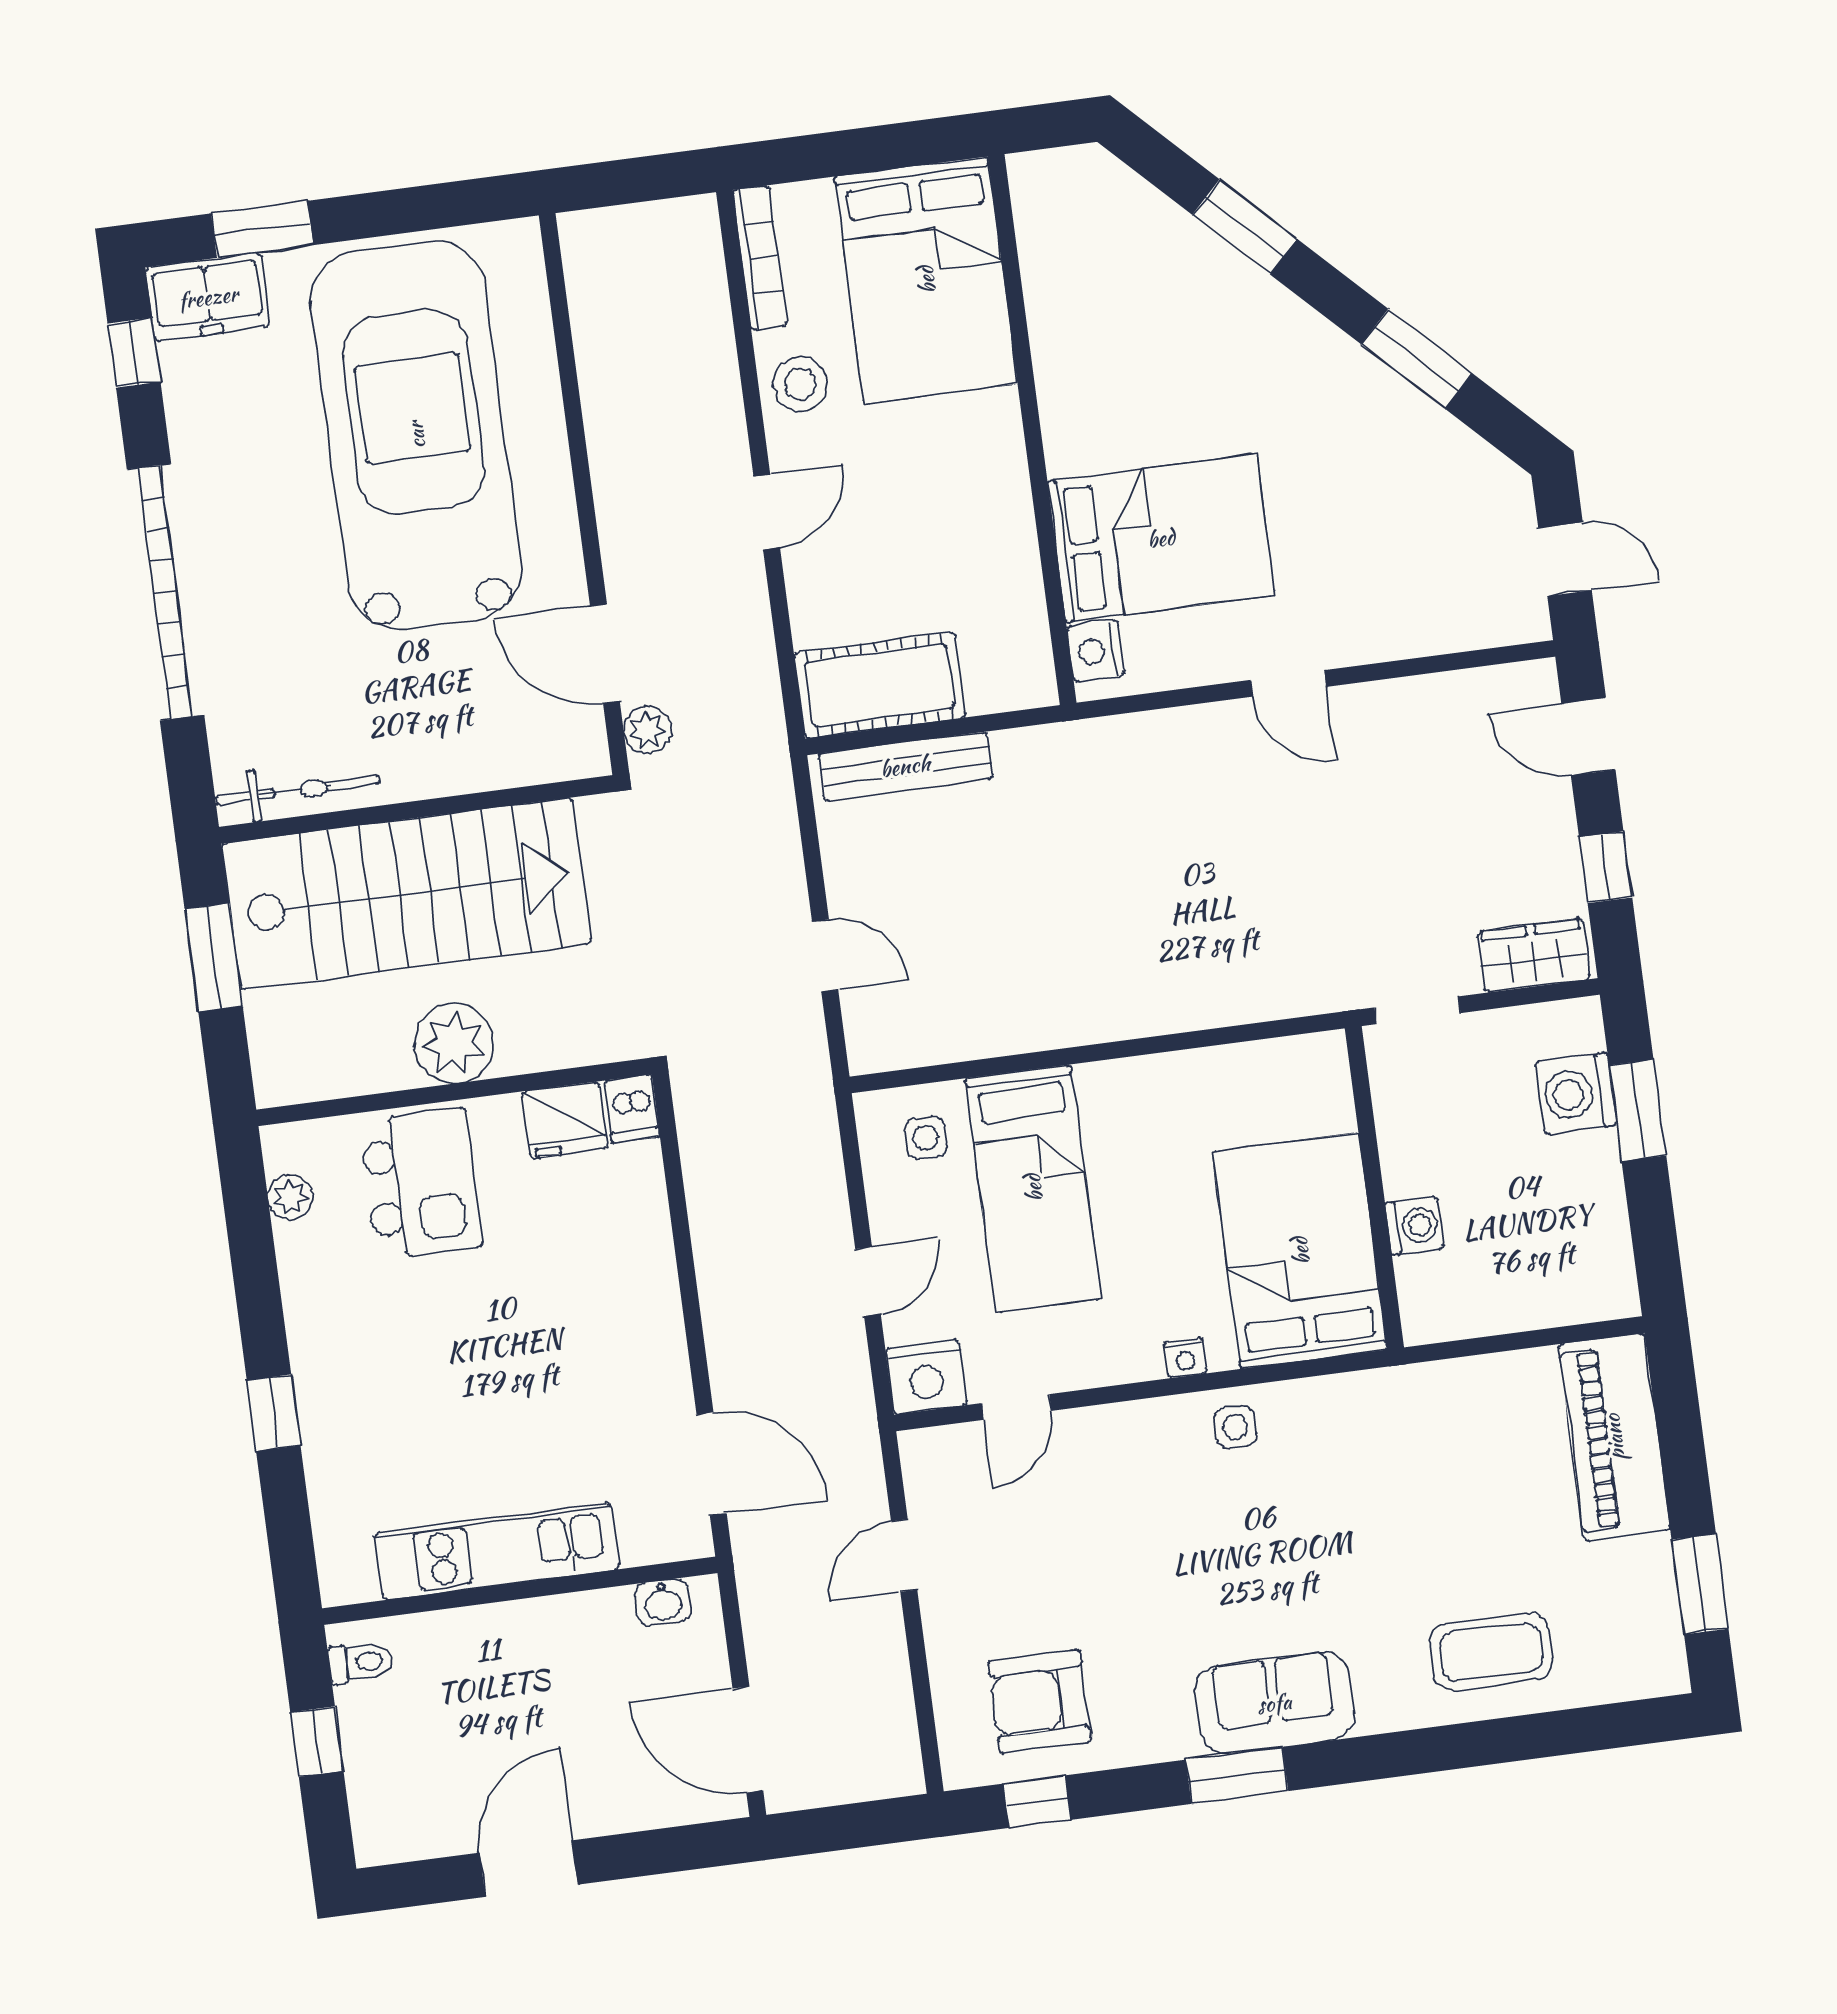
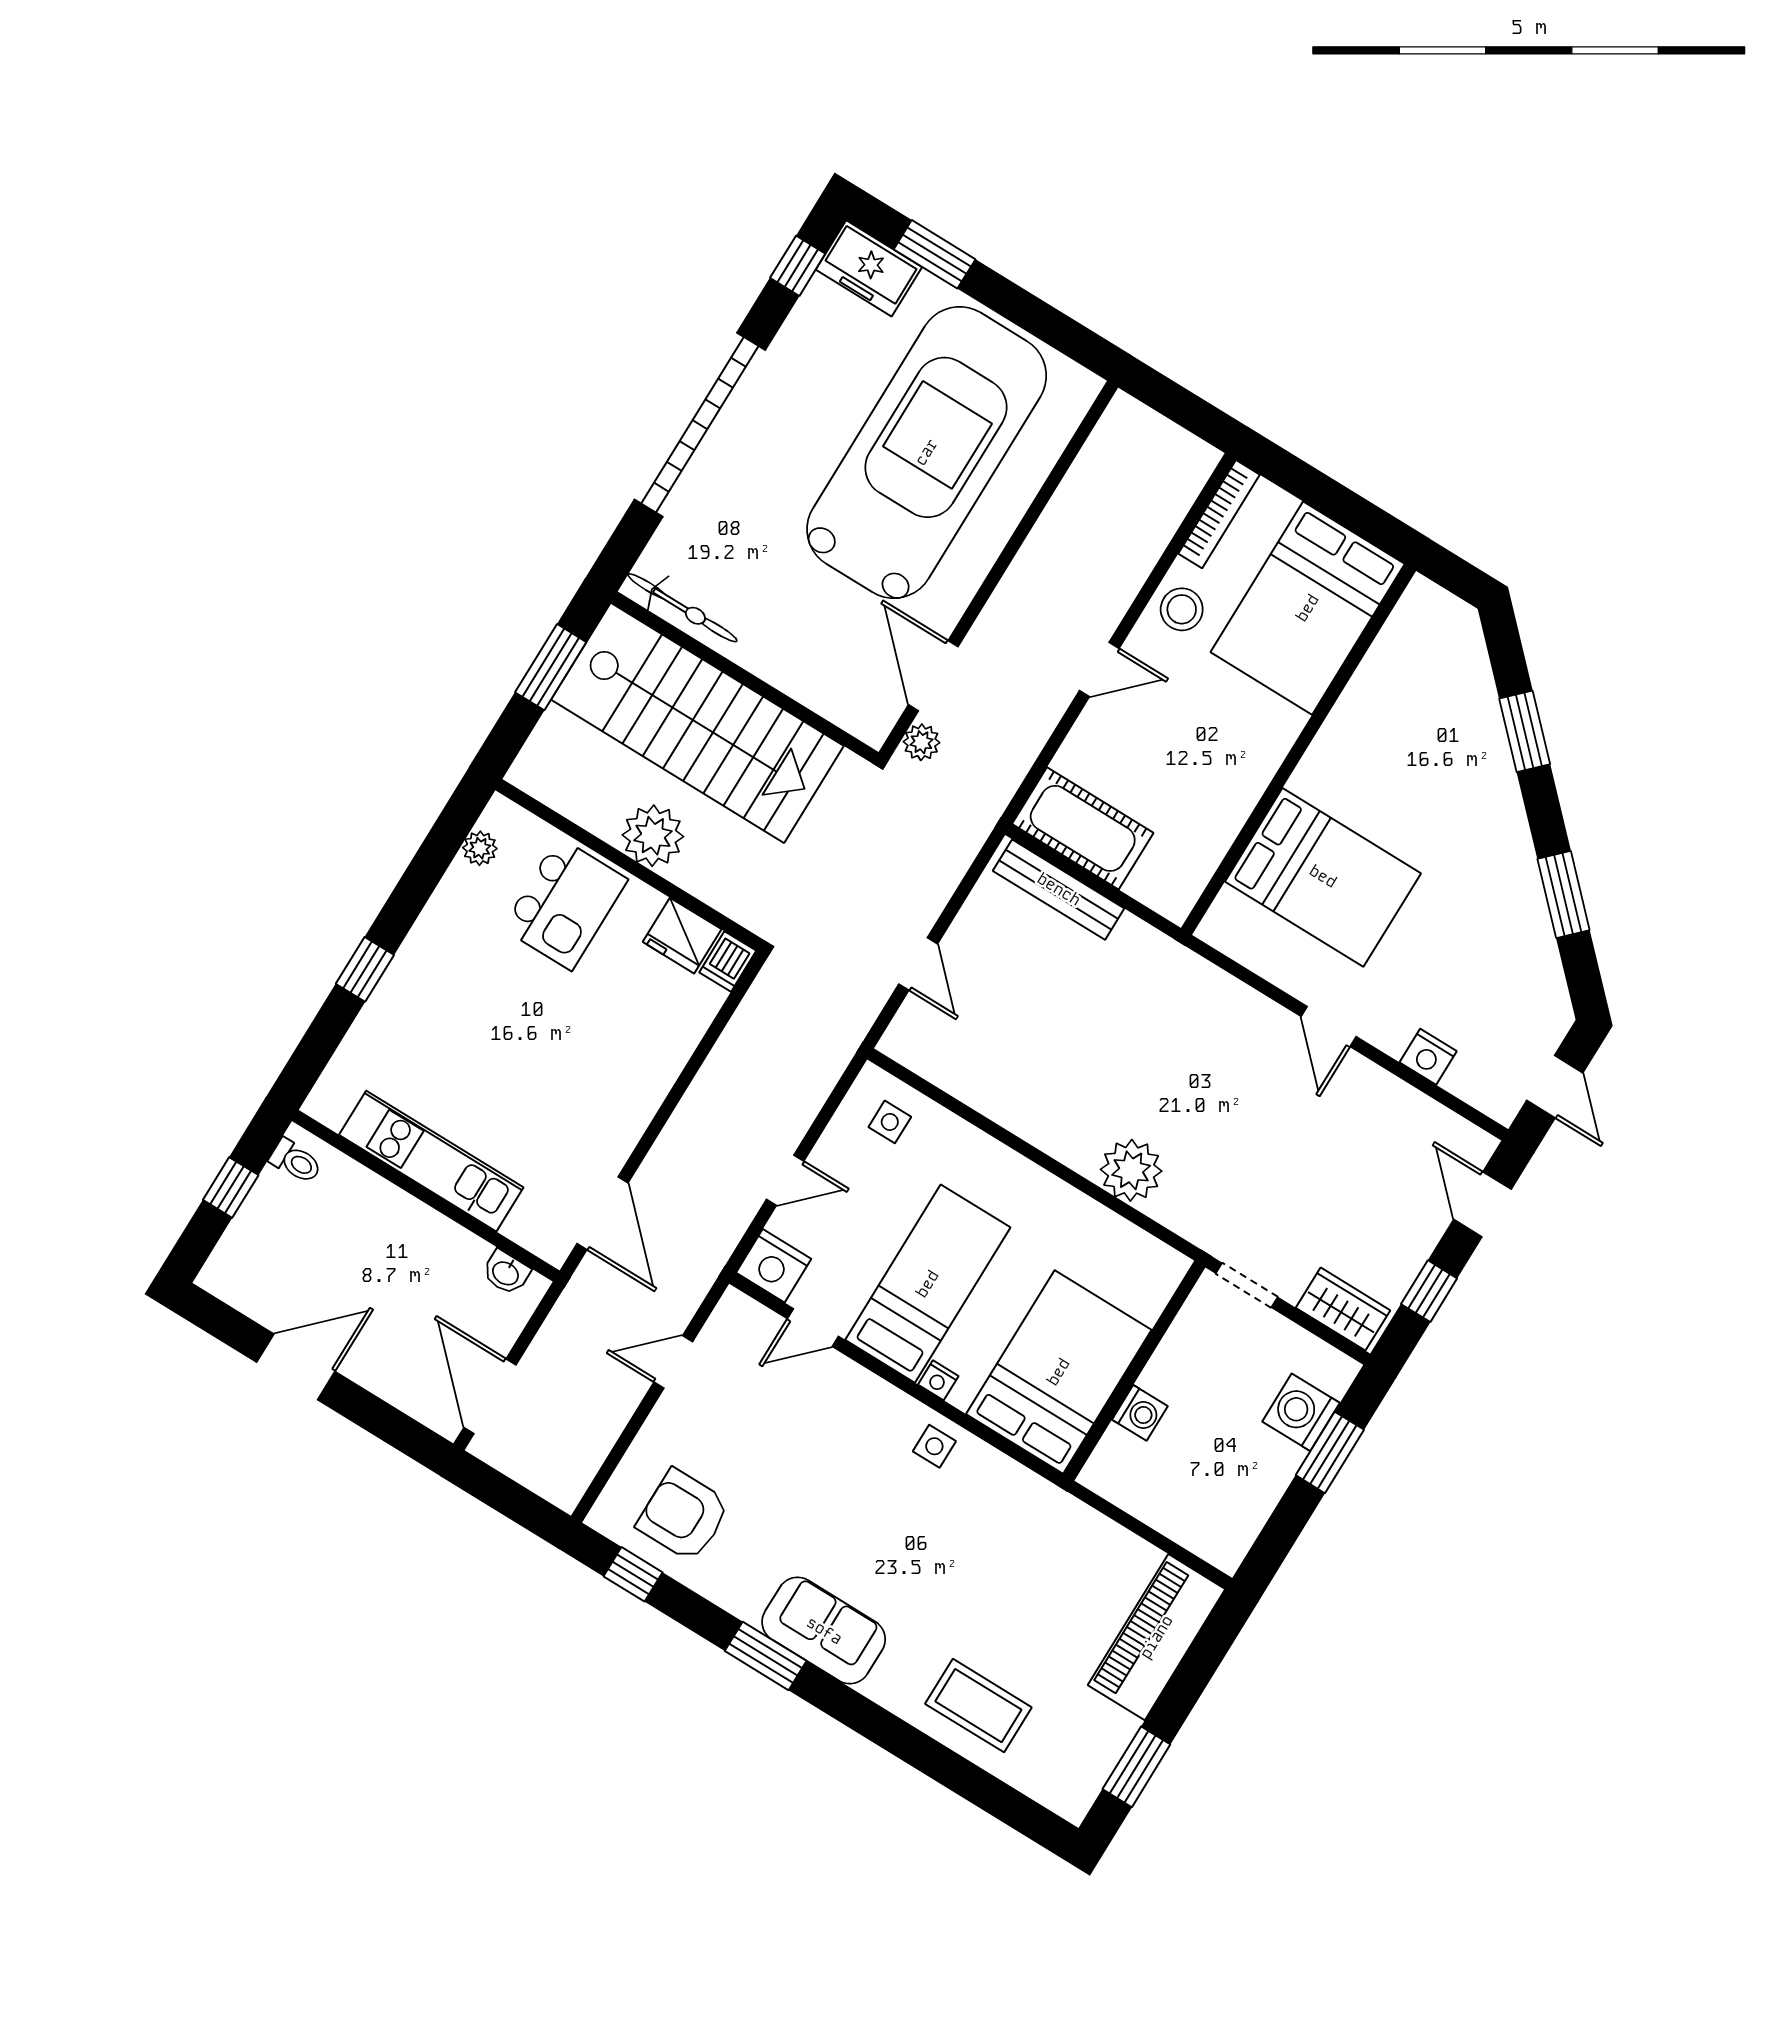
nightstand: (1096, 651) -> (1428, 1057), moved, turned -90
plant: (1208, 989) -> (1131, 1170), added
bed: (1033, 1188) -> (928, 1284), moved, turned 180

